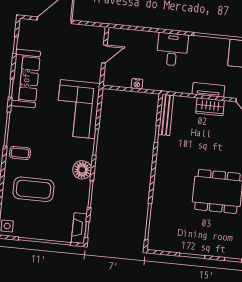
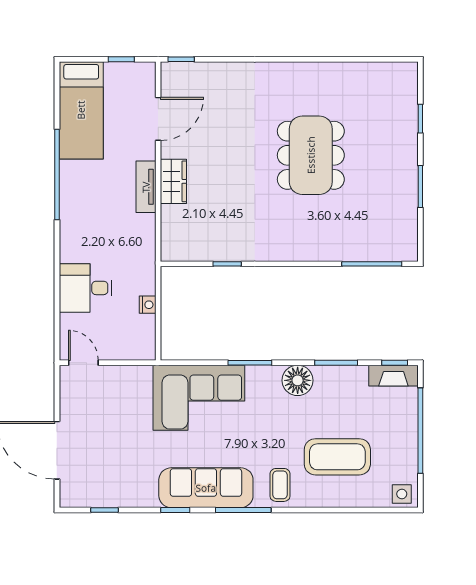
desk: (172, 49) -> (86, 288), moved
door: (104, 54) -> (83, 363), moved
sofa: (26, 78) -> (206, 488), moved
bench: (166, 115) -> (194, 252), removed
coffee table: (33, 189) -> (337, 457), turned 90

